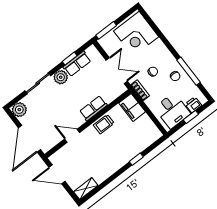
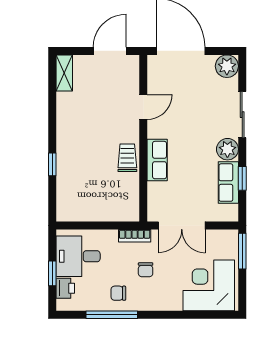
filing cabinet: (132, 107) -> (121, 209), removed

